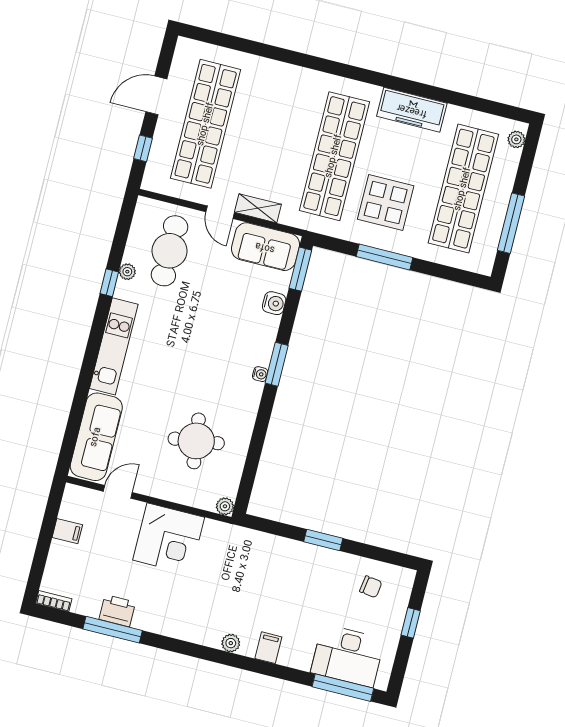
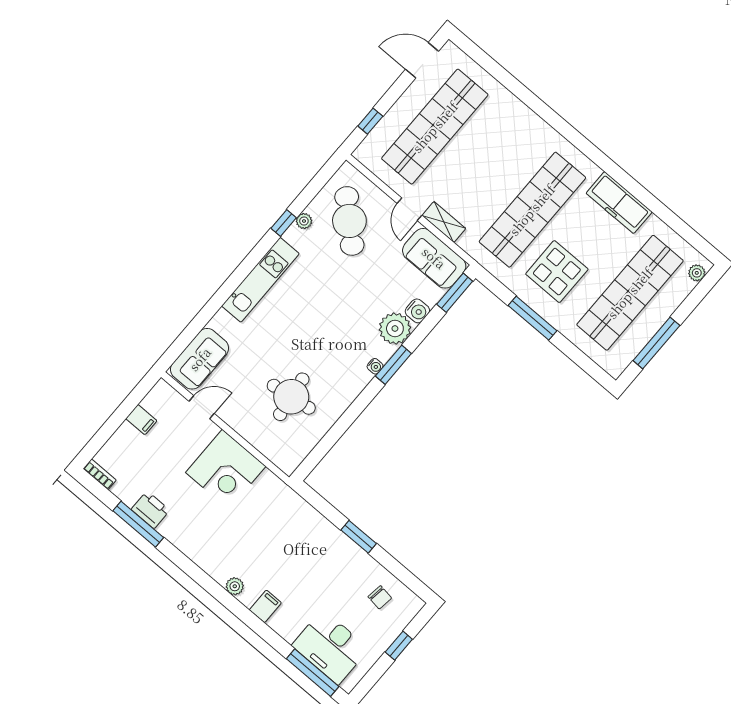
door: (156, 95) -> (422, 60), moved
cafe table: (170, 251) -> (349, 221), turned -47
sofa: (96, 437) -> (200, 359), width x0.73
plant: (225, 506) -> (395, 329), moved, width x1.87, depth x1.87

